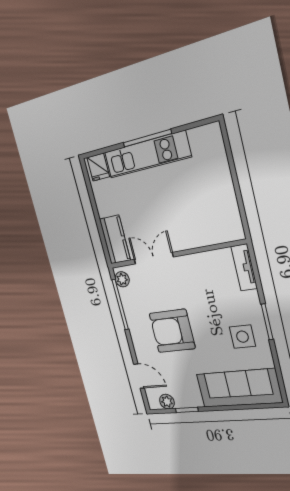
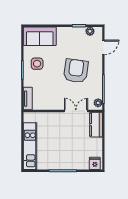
kitchen unit: (147, 155) -> (30, 146), moved, turned 90
double door: (154, 258) -> (76, 111), swing flipped
armchair: (172, 331) -> (76, 71), turned -82
door: (139, 376) -> (103, 47), swing flipped
sofa: (239, 388) -> (40, 36), width x0.73

